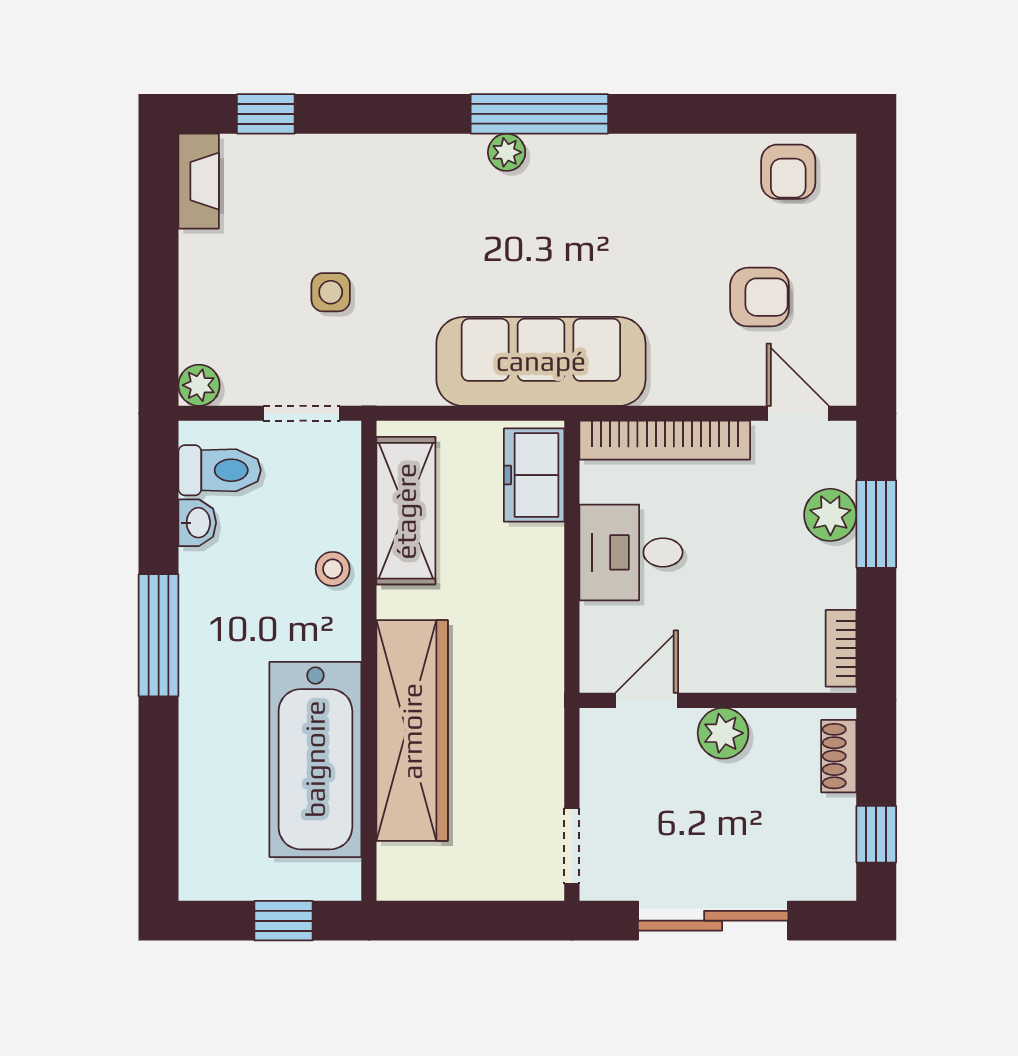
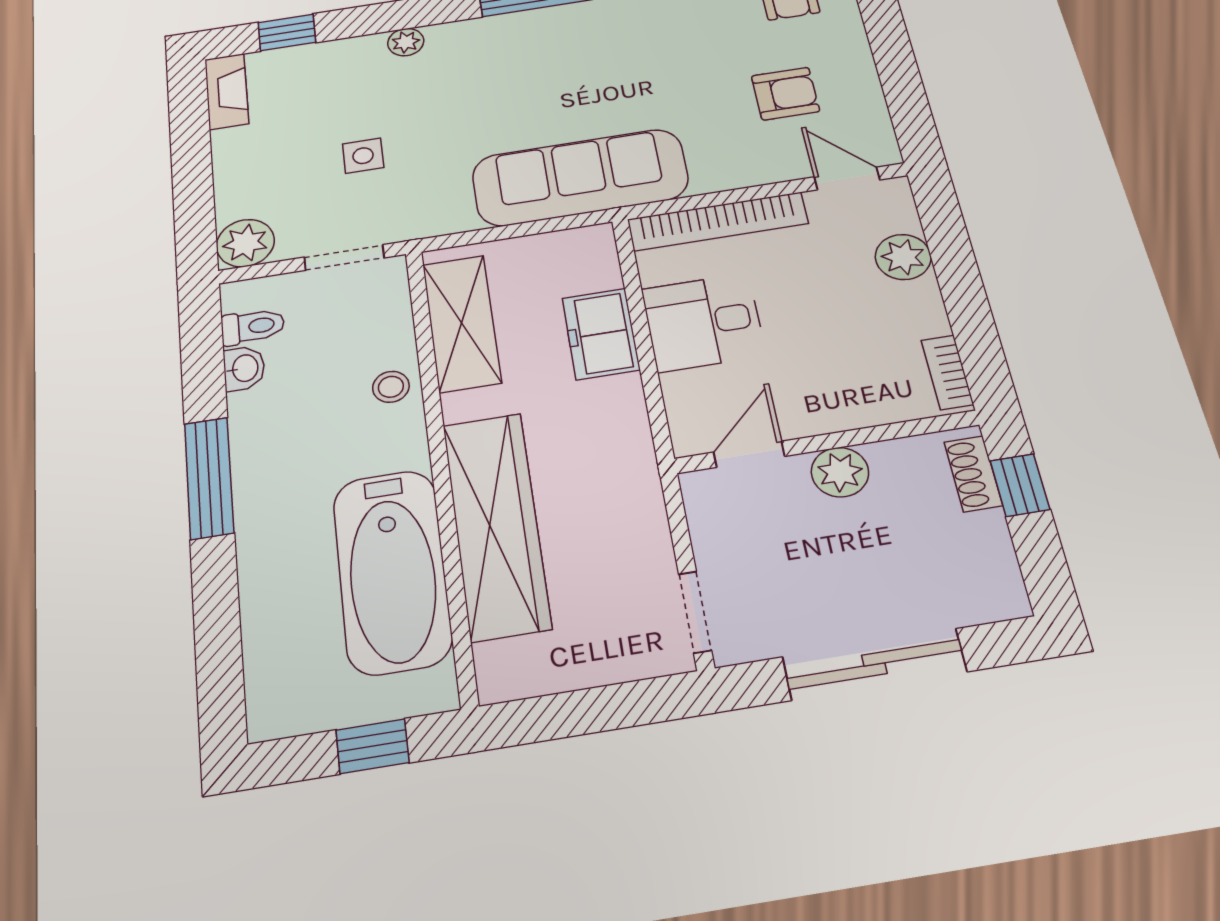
plant: (507, 152) -> (406, 42), moved
plant: (199, 385) -> (245, 243), width x1.38, depth x1.38
toilet: (220, 470) -> (253, 327), width x0.73, depth x0.72
freezer: (534, 475) -> (601, 334), moved
window: (876, 524) -> (953, 257), removed
window: (876, 834) -> (1020, 485), moved

